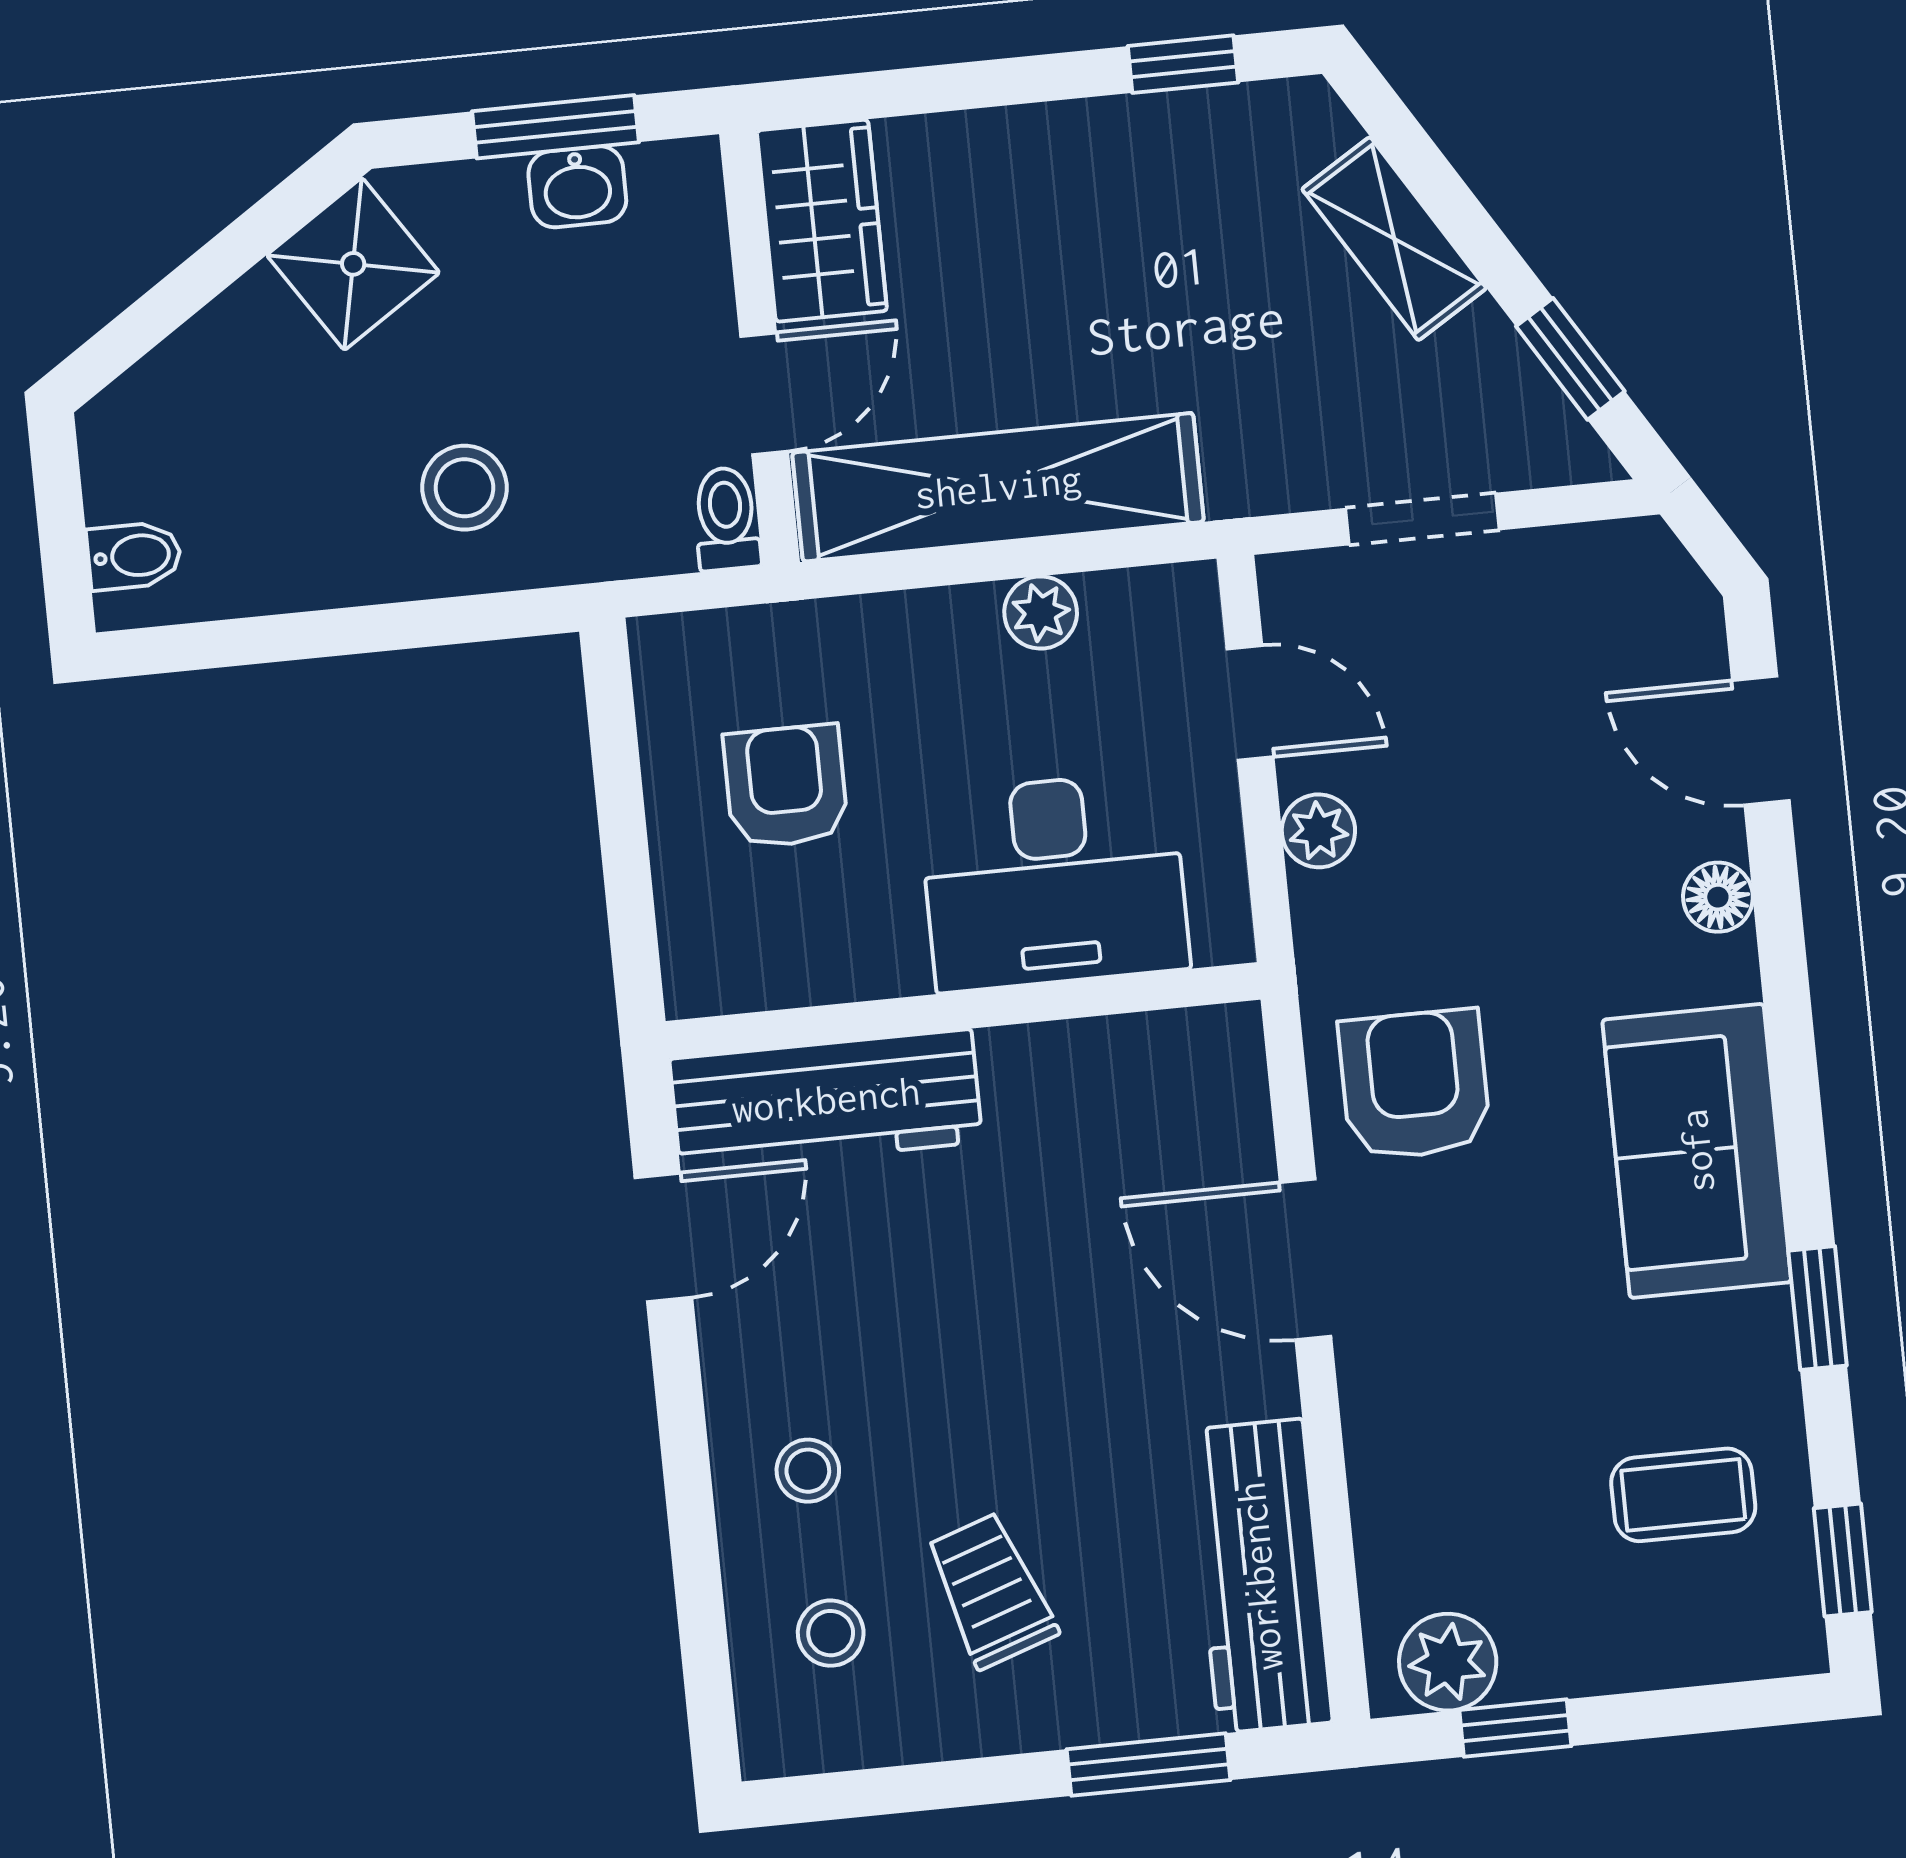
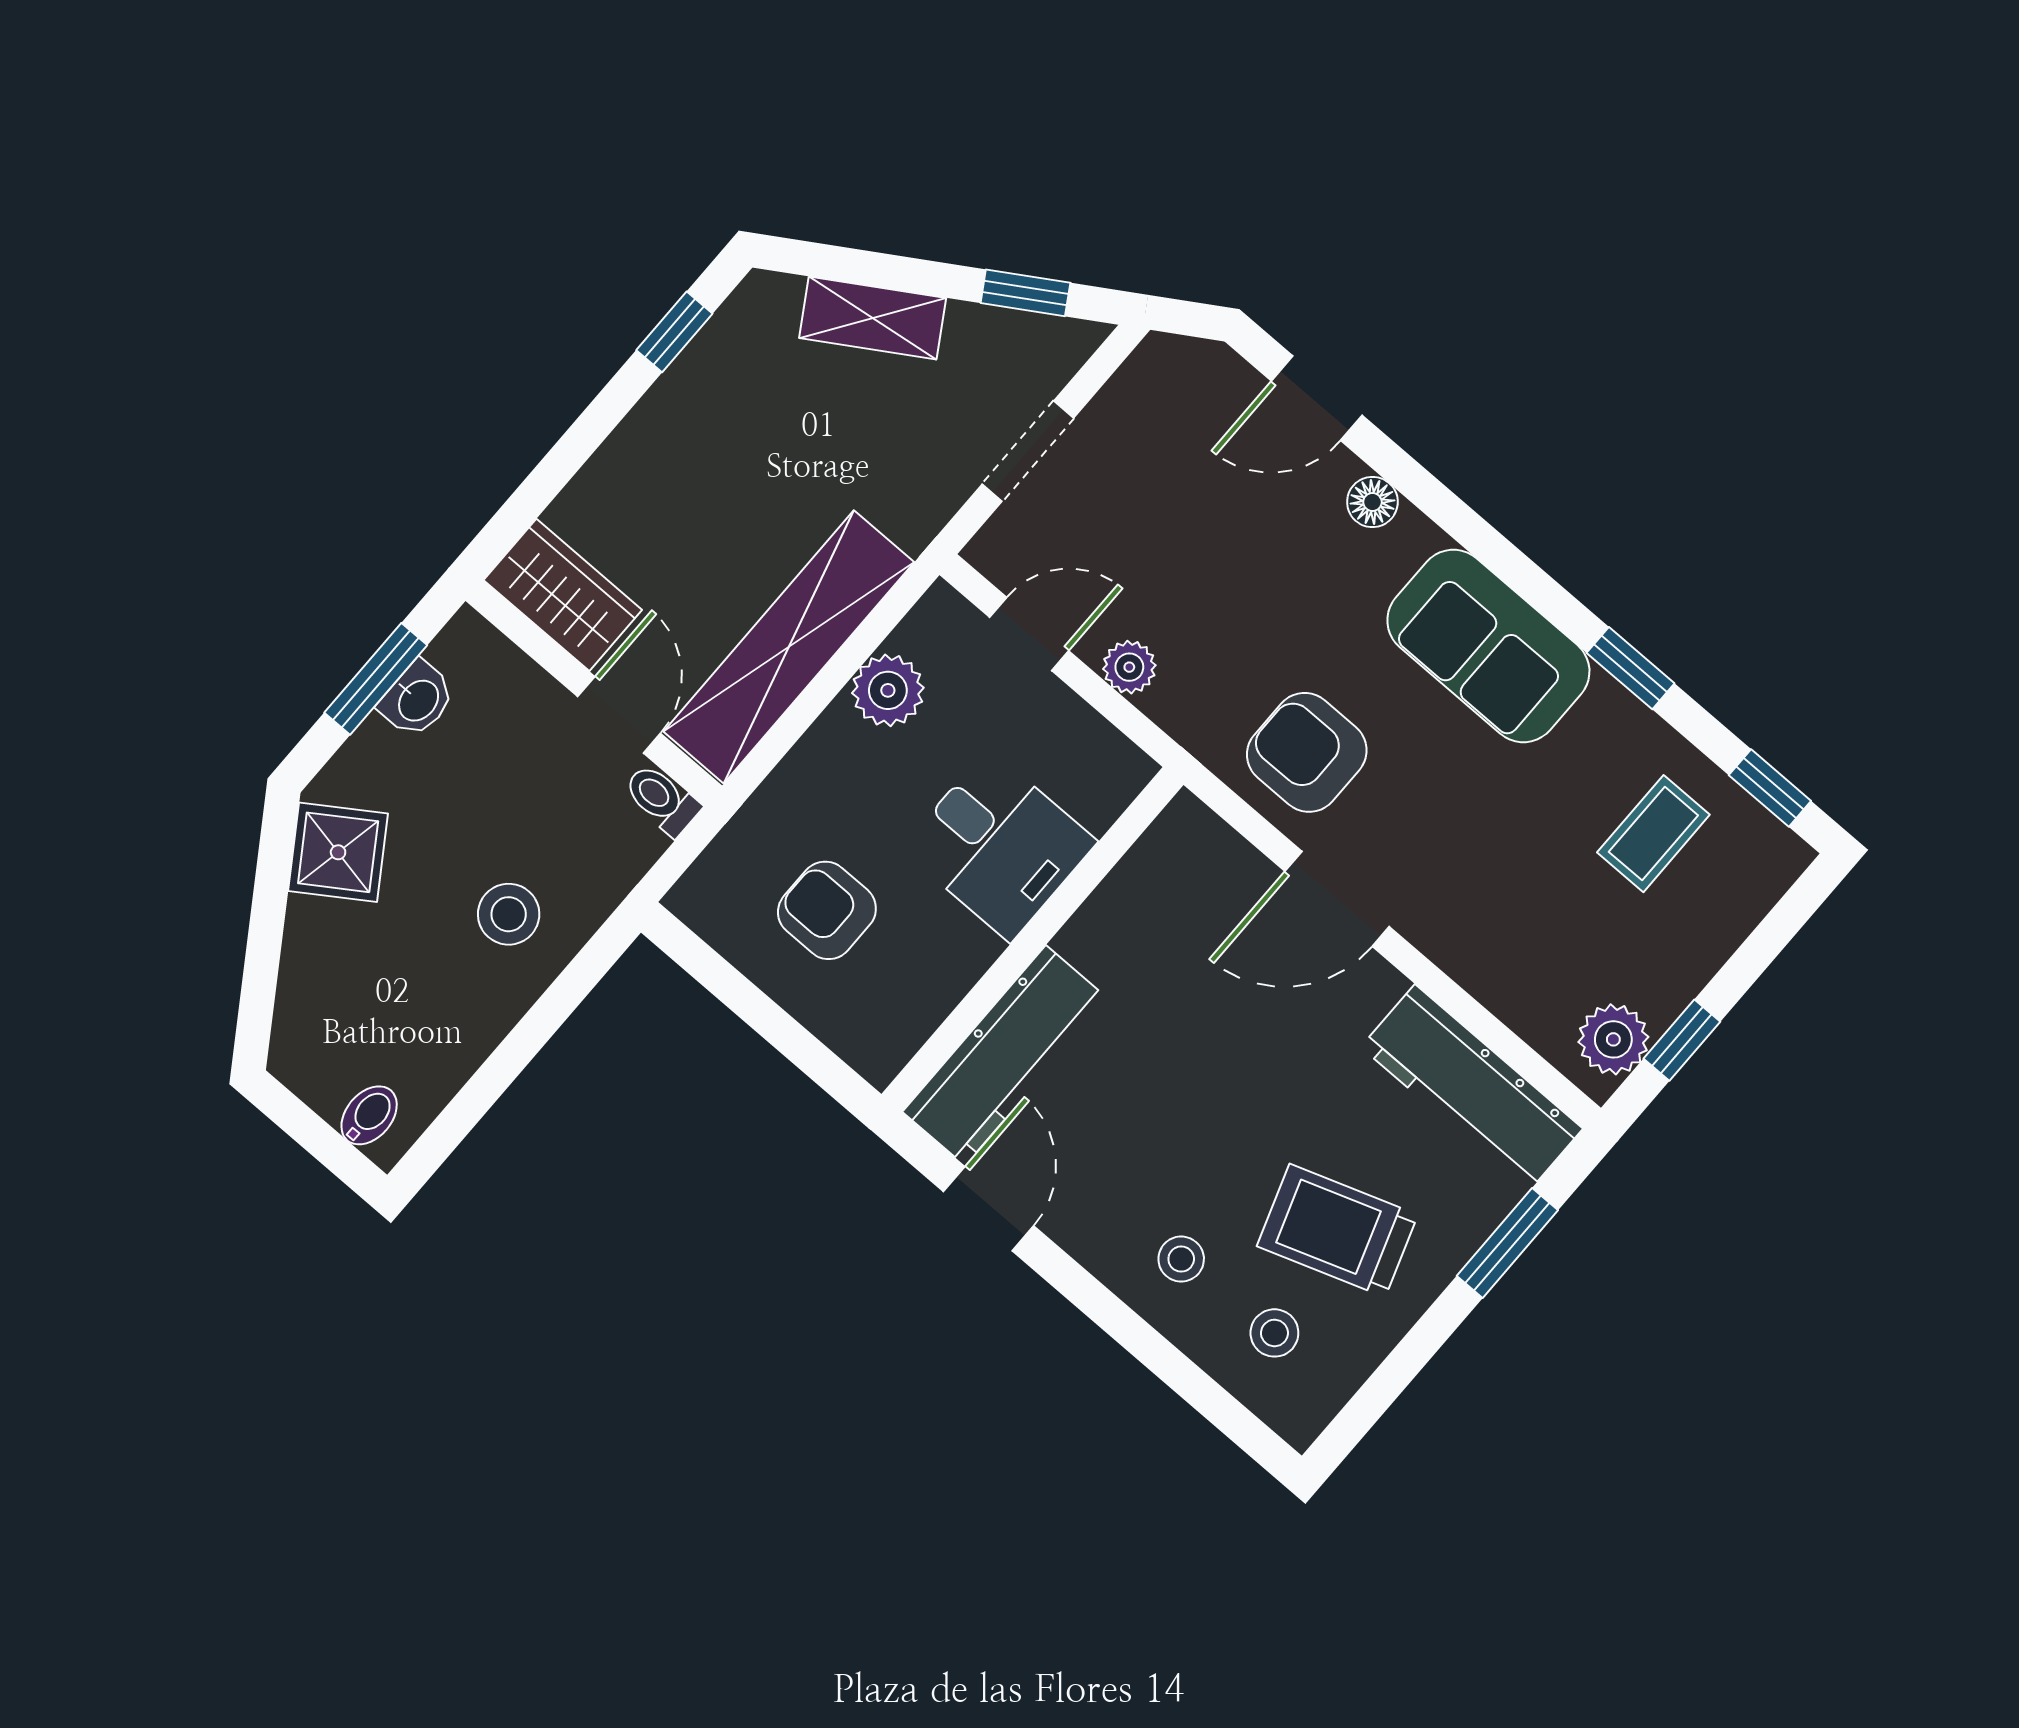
plant: (1041, 613) -> (888, 690), width x1.38, depth x1.38
desk: (1054, 881) -> (999, 845), width x0.73
trolley: (991, 1590) -> (1337, 1230), width x1.36, depth x1.39

